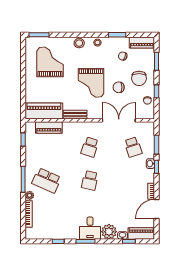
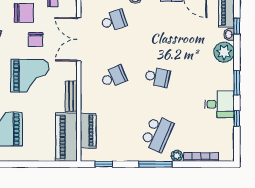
school desk: (90, 147) -> (114, 77), turned -42
desk: (90, 228) -> (219, 104), moved

